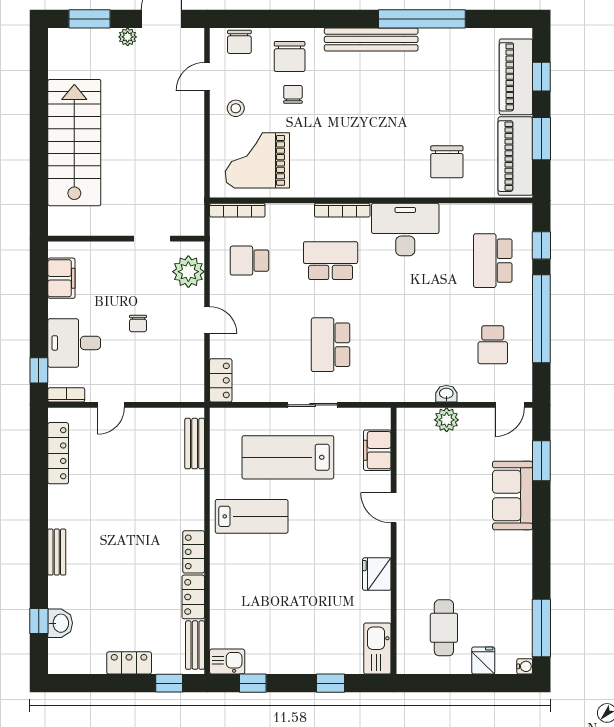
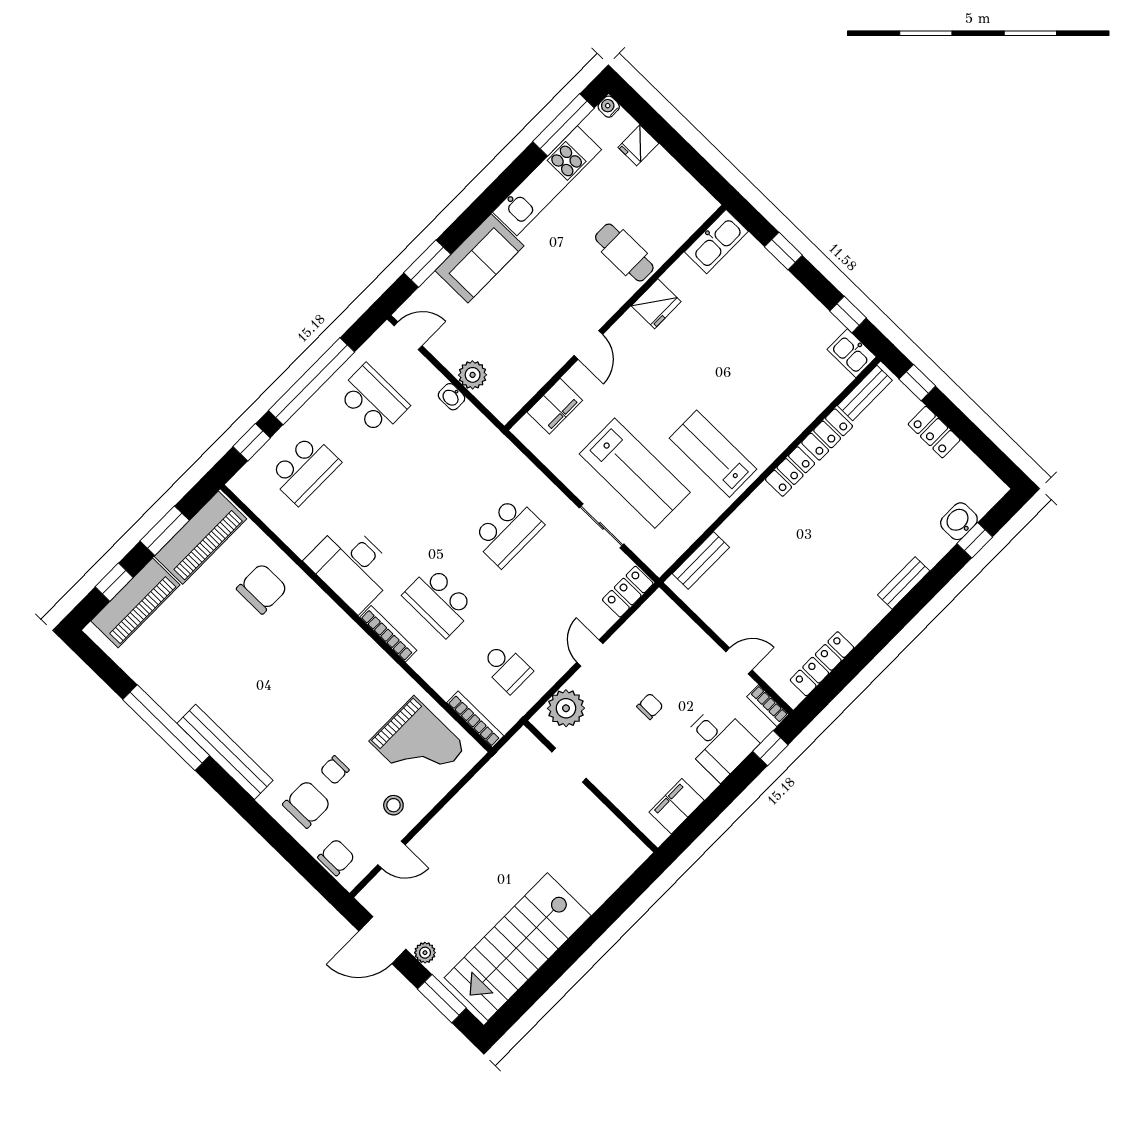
stairs: (74, 143) -> (518, 947), moved
school desk: (493, 345) -> (373, 400), width x1.85
sliding door: (313, 405) -> (601, 526), moved
kitchen unit: (518, 584) -> (547, 181), added
cafe table: (444, 628) -> (624, 253), moved, turned 90

